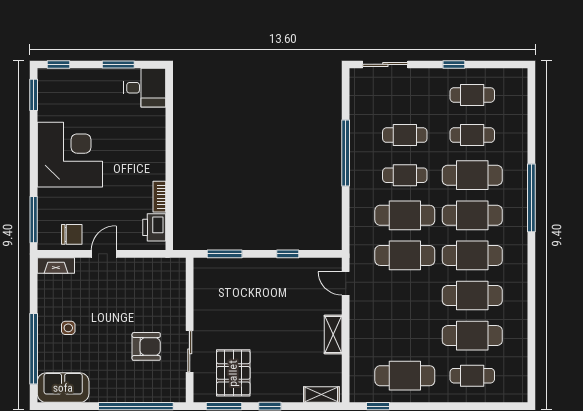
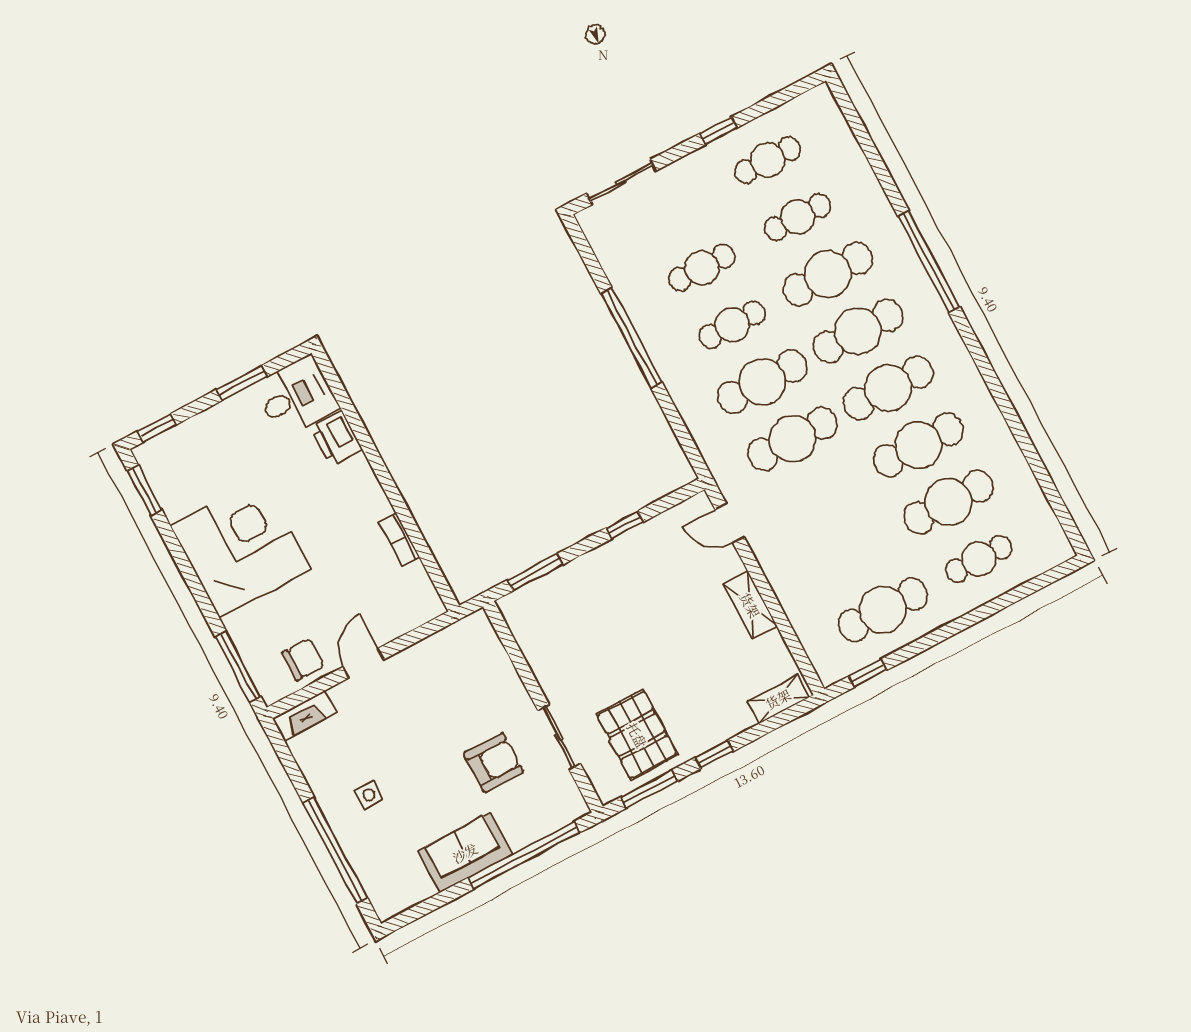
printer: (154, 227) -> (336, 438), moved
sofa: (63, 388) -> (465, 853), moved

